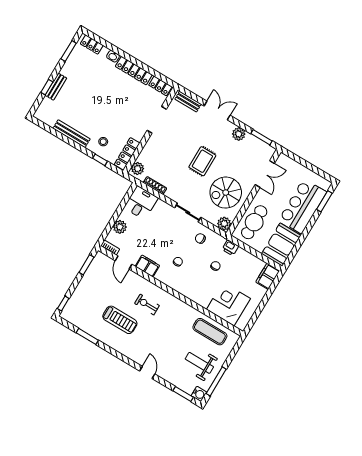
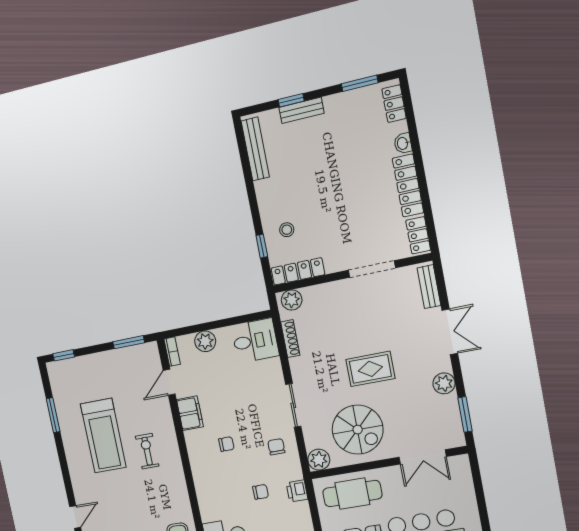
bench: (71, 134) -> (255, 149), moved
spiral stairs: (226, 193) -> (358, 430), turned 180
treadmill: (120, 320) -> (103, 436), width x1.37, depth x1.38

